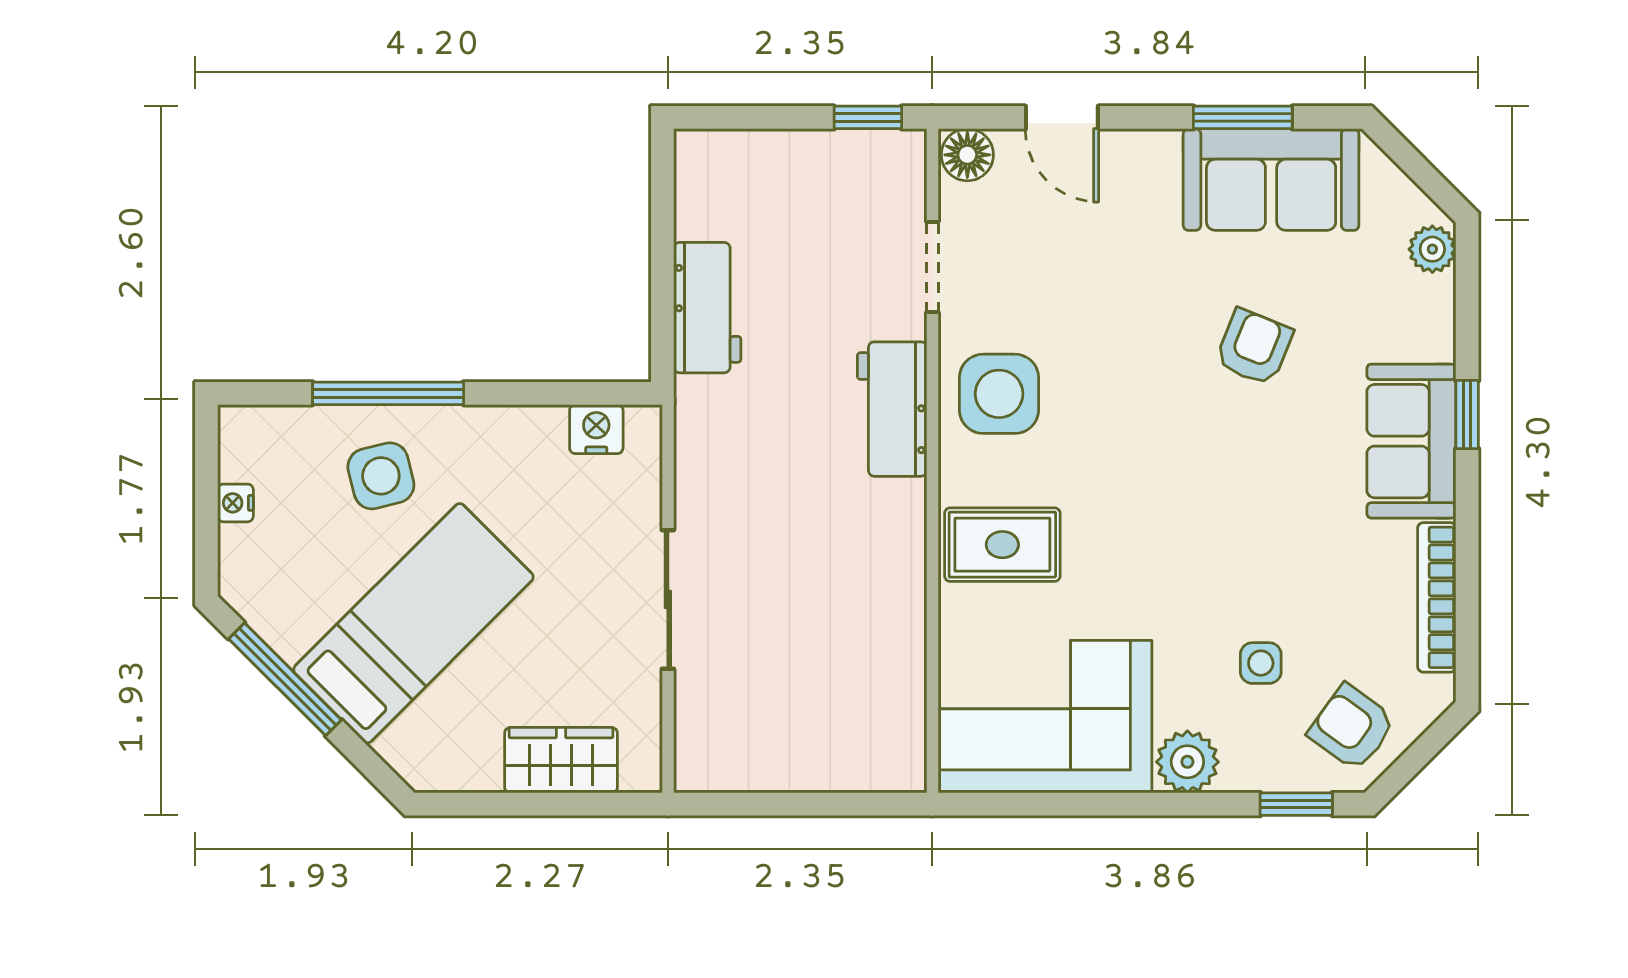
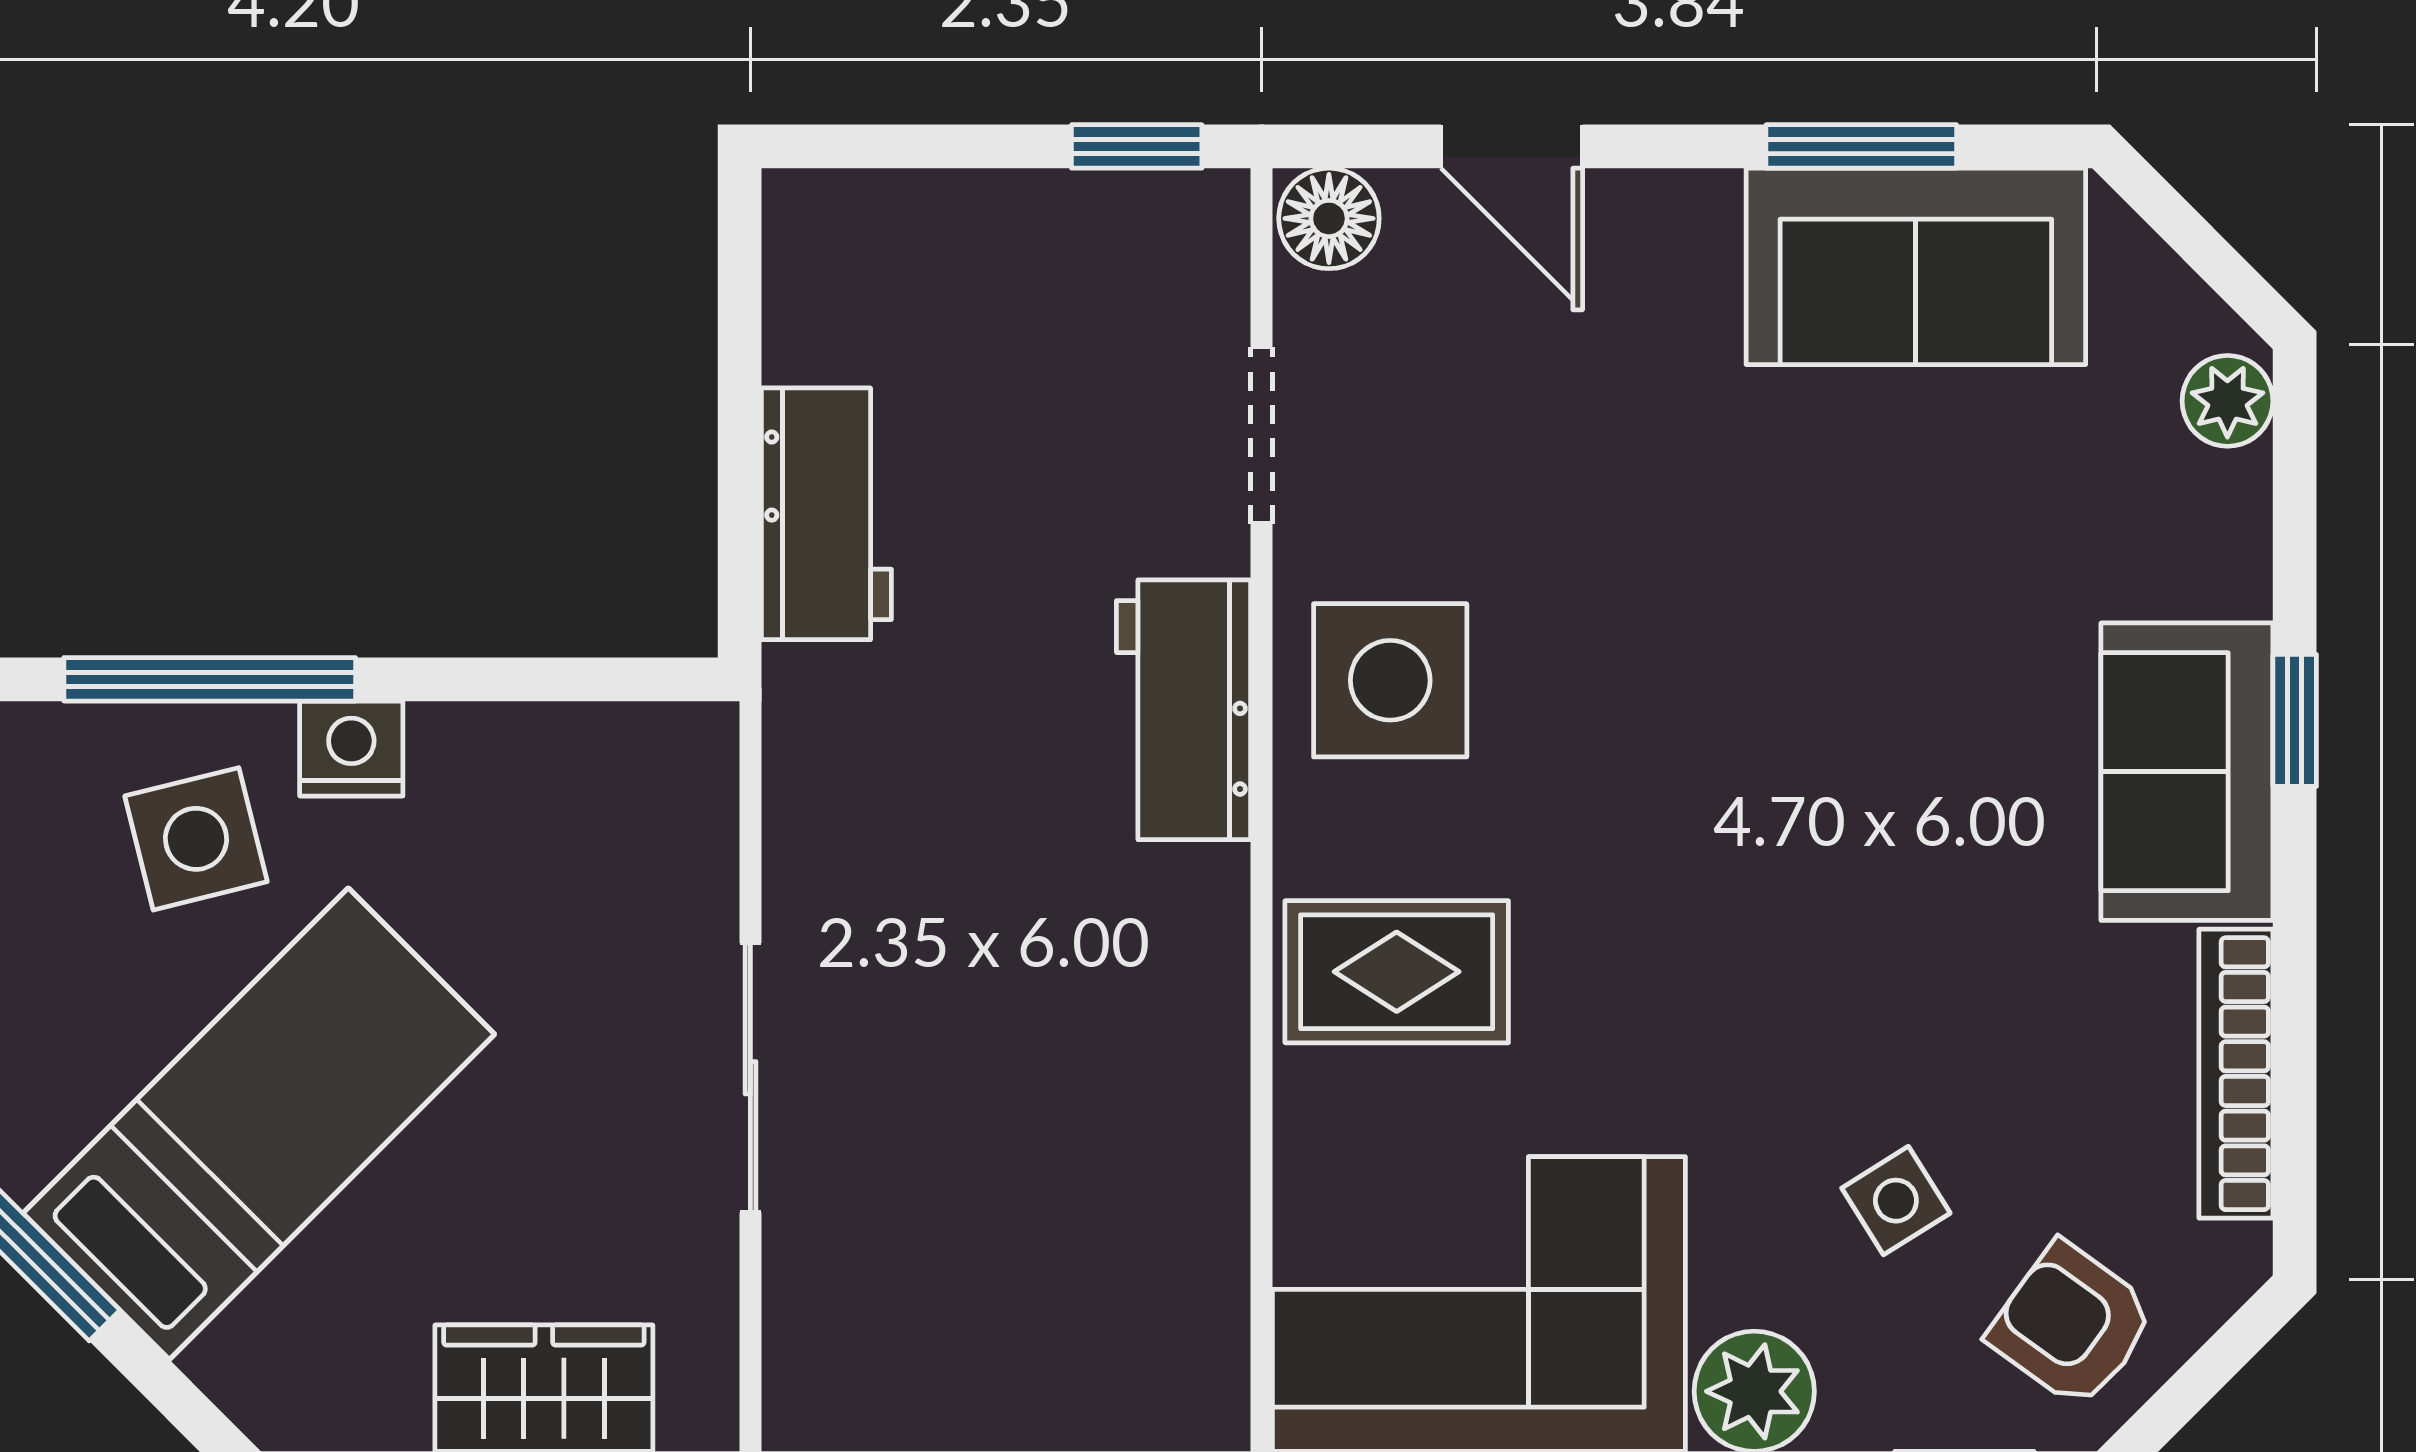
armchair: (1254, 347) -> (1883, 590), removed
nightstand: (596, 429) -> (351, 749), moved
side table: (1261, 663) -> (1896, 1201), turned -32

